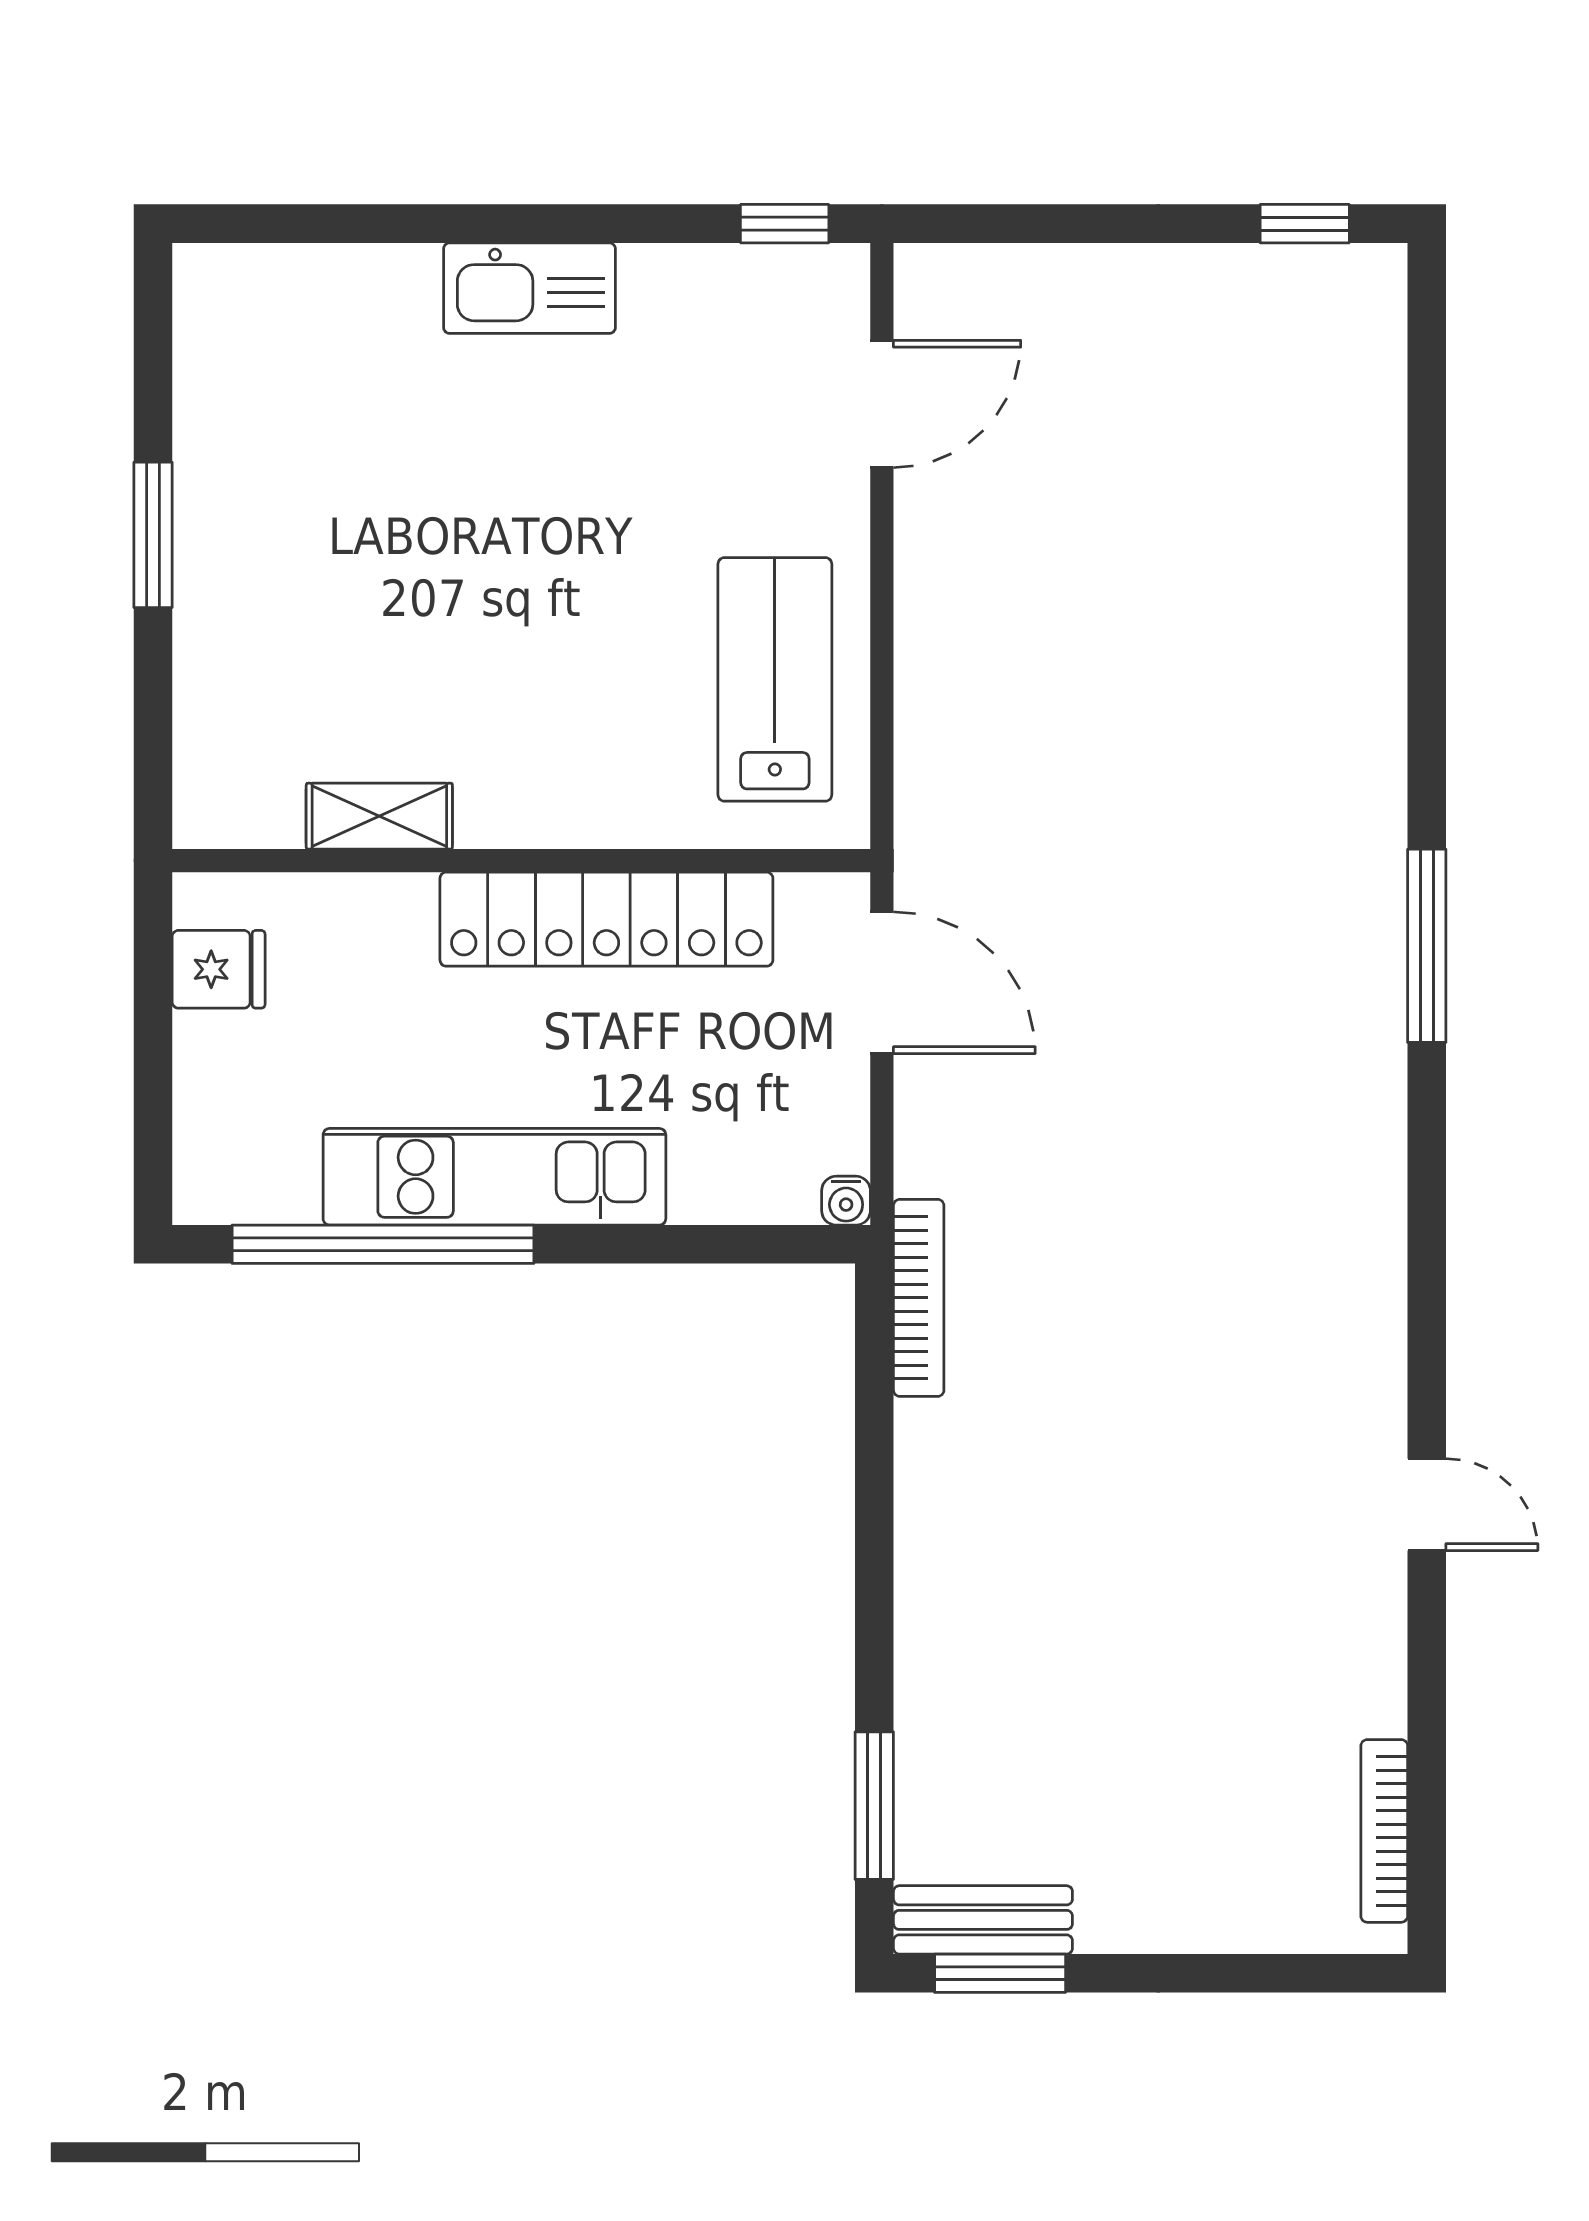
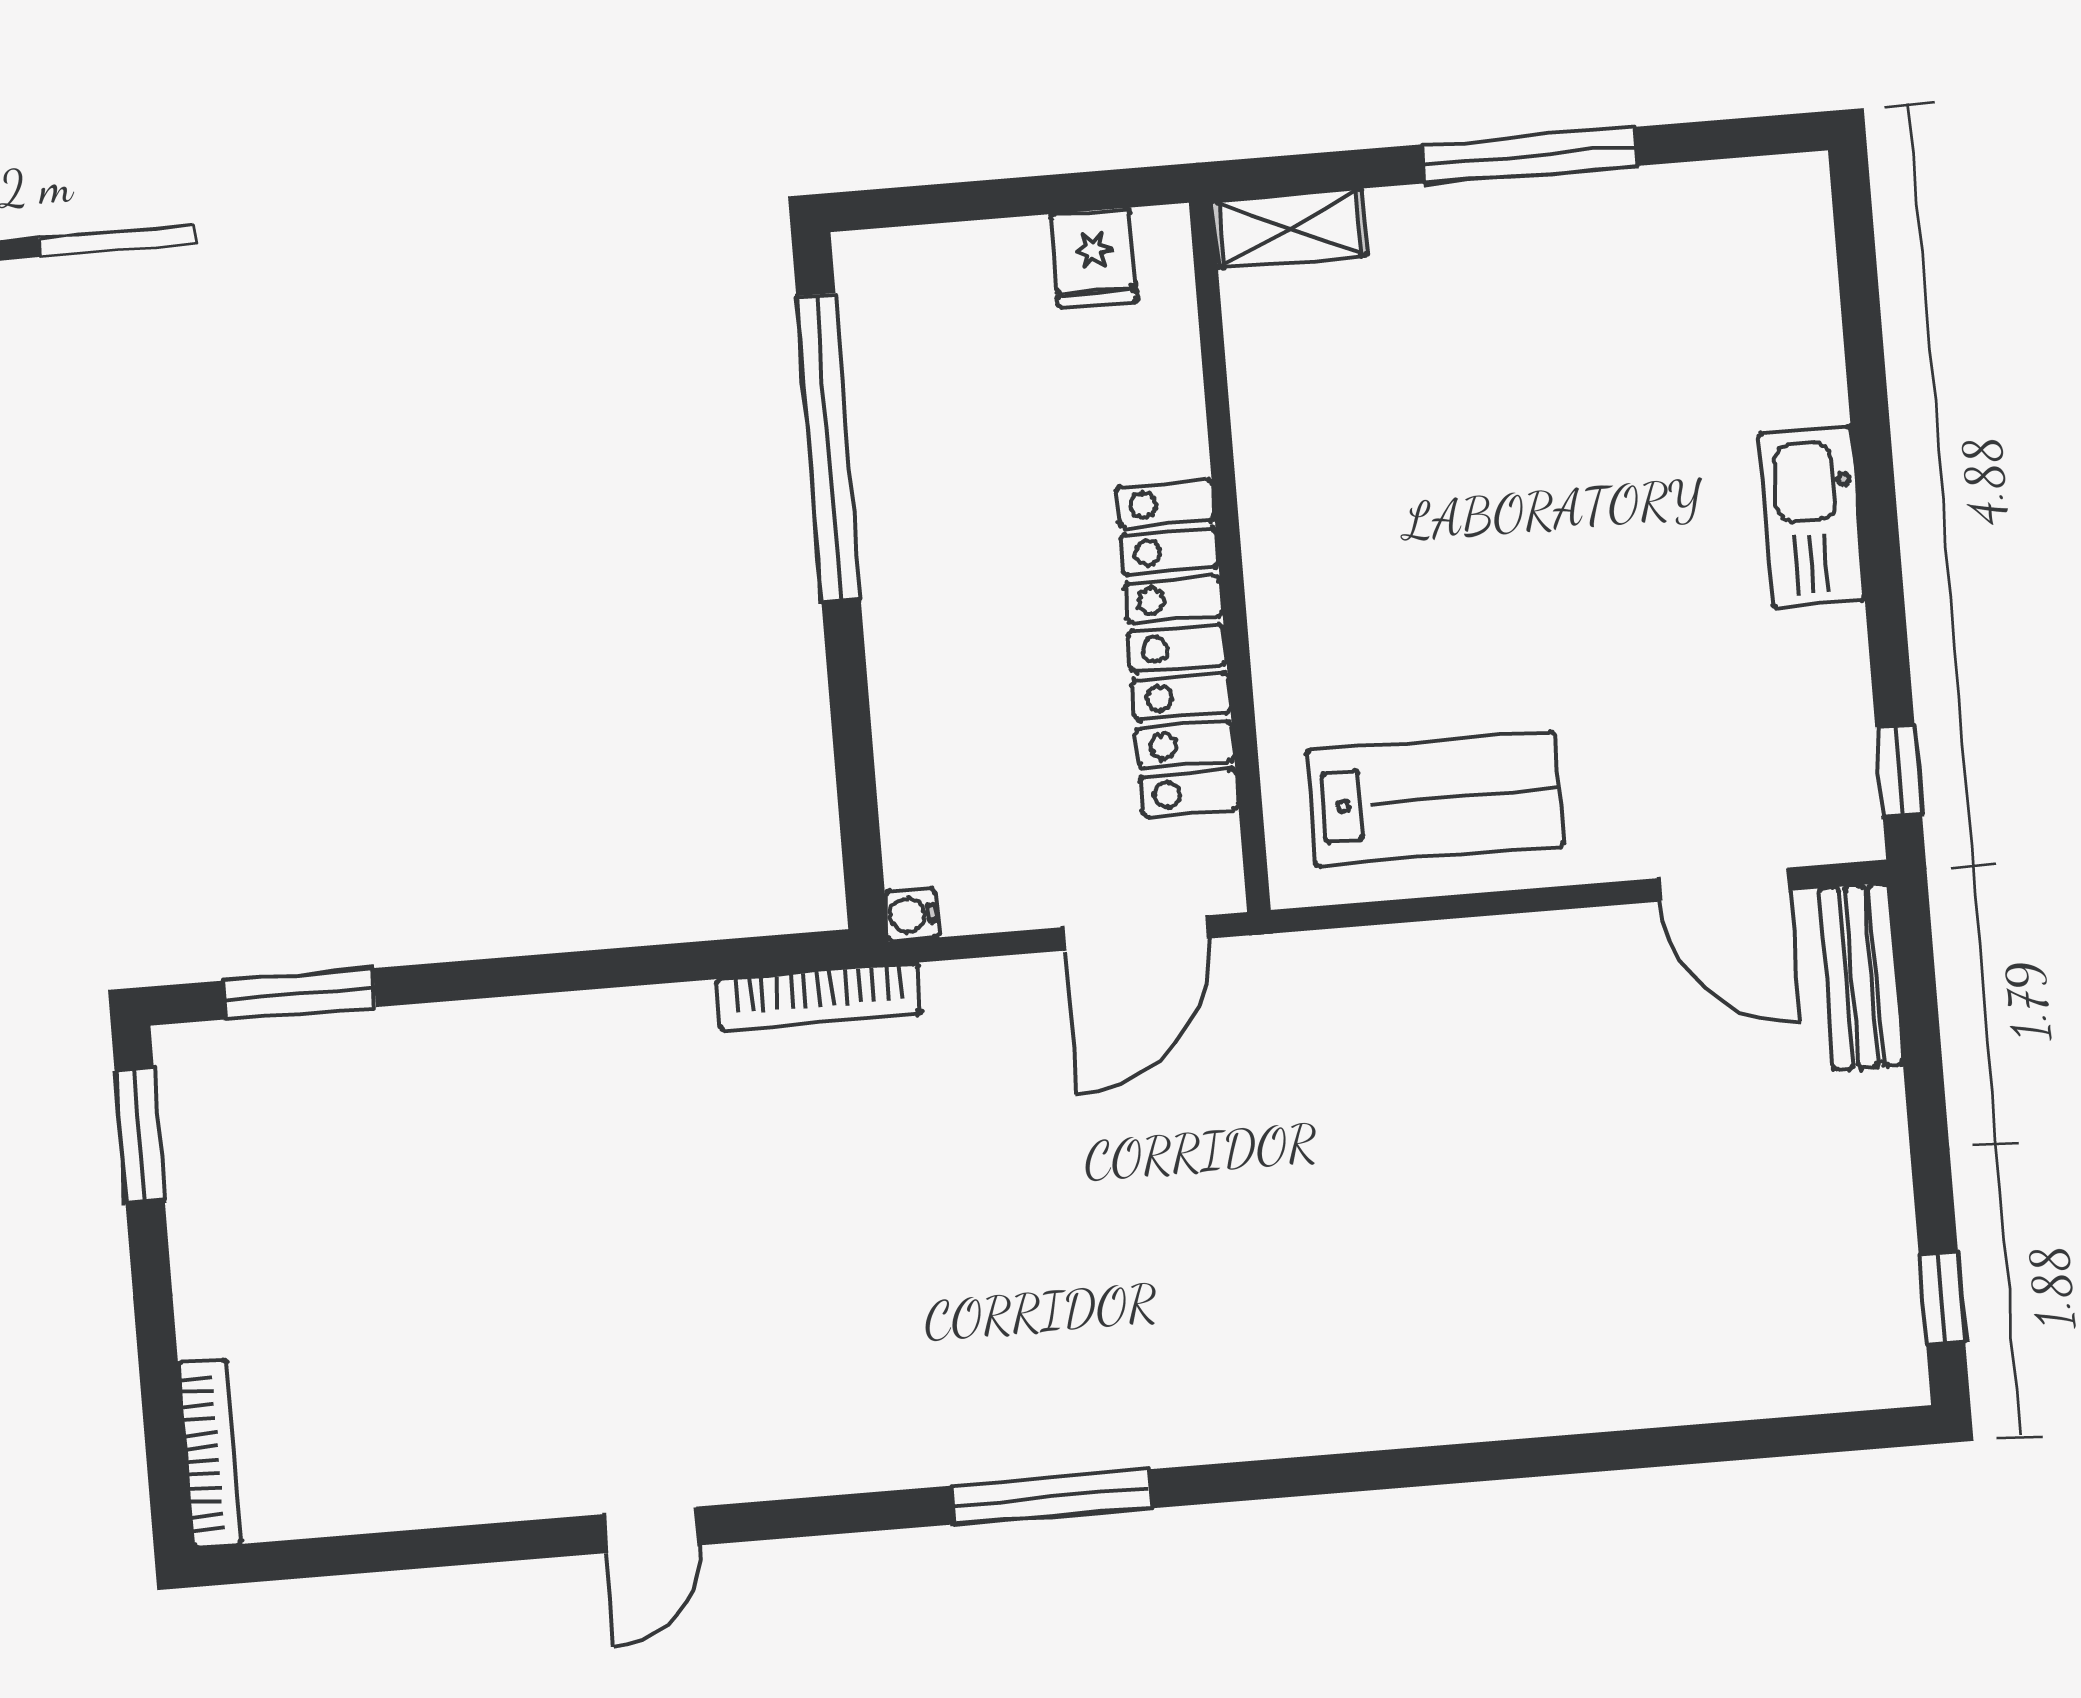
window: (153, 535) -> (1530, 155), width x1.44
shelving: (379, 816) -> (1289, 228), moved, turned 90
window: (1427, 946) -> (1051, 1497), moved
kitchen unit: (494, 1177) -> (906, 556), removed
bookcase: (1384, 1831) -> (209, 1453), moved, turned 90
bench: (983, 1920) -> (1861, 977), moved

